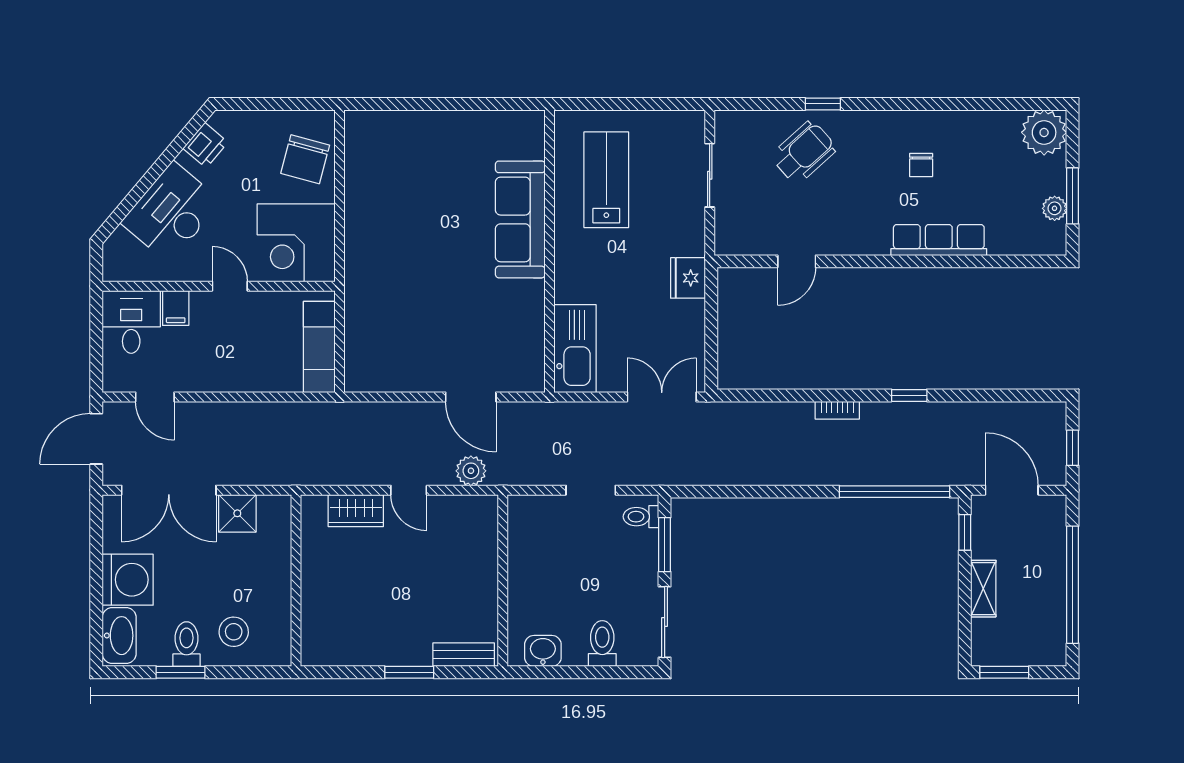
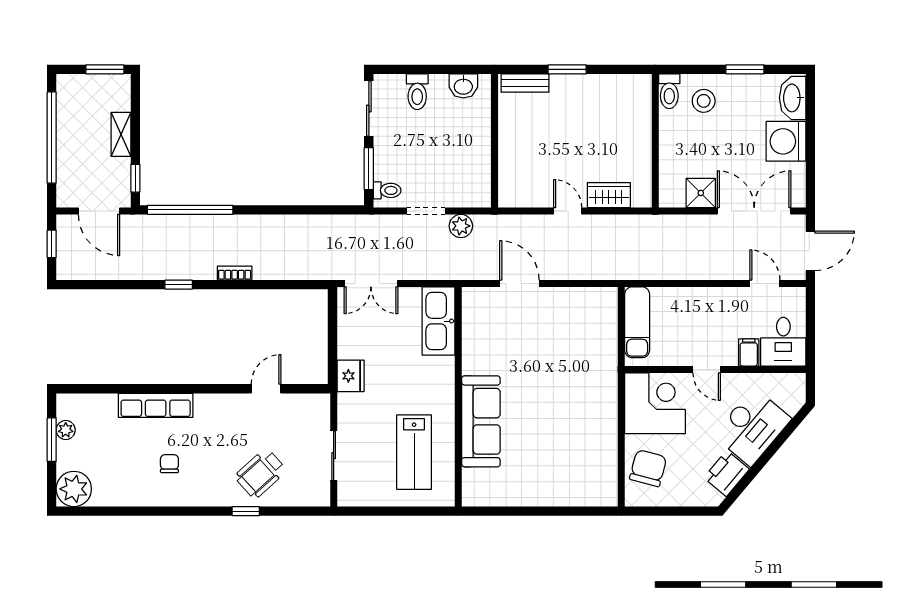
printer: (205, 145) -> (727, 473), width x1.36, depth x1.24
plant: (471, 471) -> (461, 226), moved
toilet: (186, 644) -> (669, 91), moved

